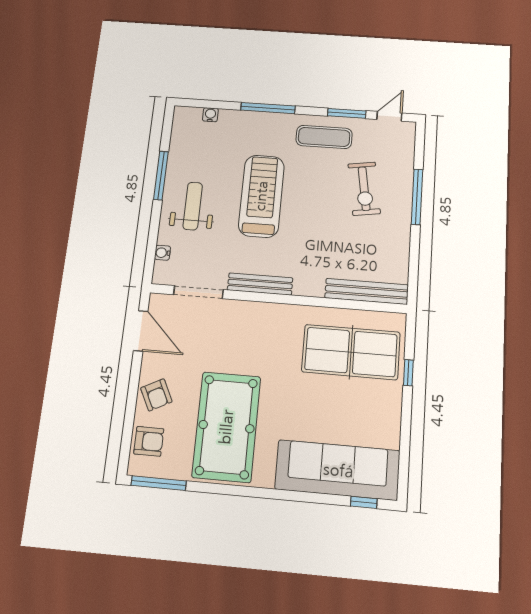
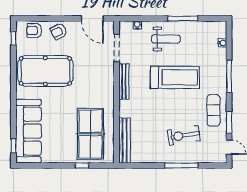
door: (141, 331) -> (92, 18), hinge flipped
armchair: (149, 441) -> (34, 30), turned 90
window: (159, 483) -> (13, 38), width x0.46

